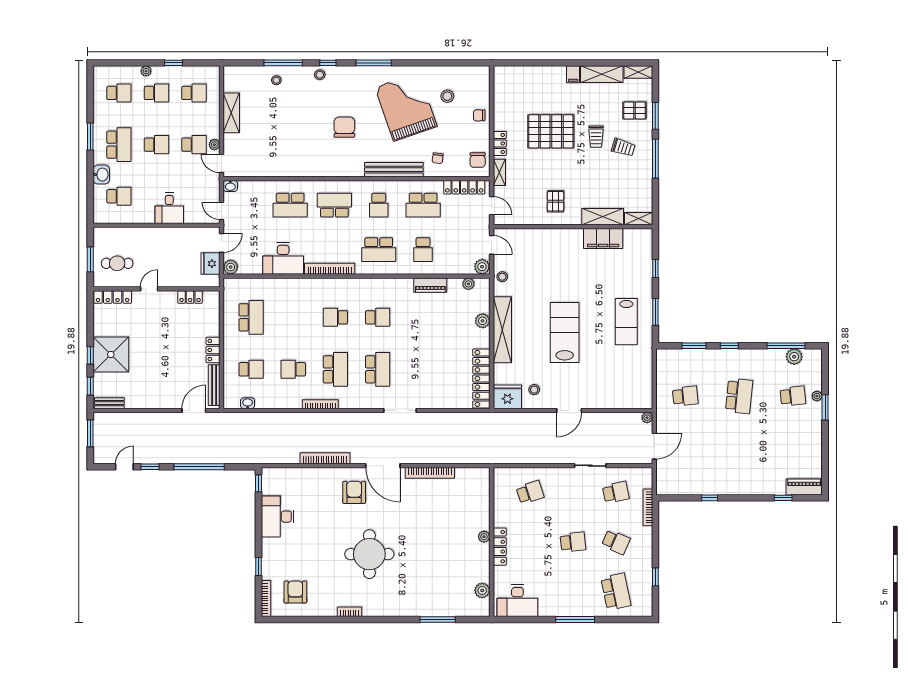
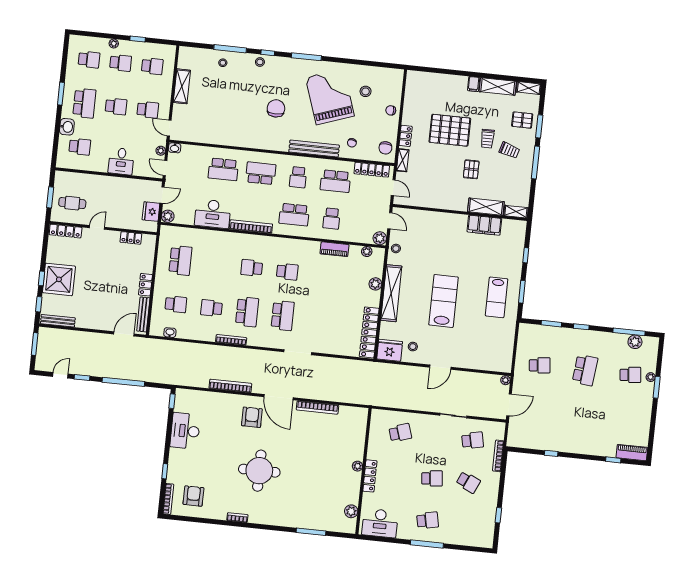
plant: (214, 145) -> (161, 151), moved
pallet: (556, 201) -> (471, 169), moved
bench: (109, 403) -> (58, 321), width x1.36
school desk: (616, 592) -> (428, 520), moved, width x0.54

